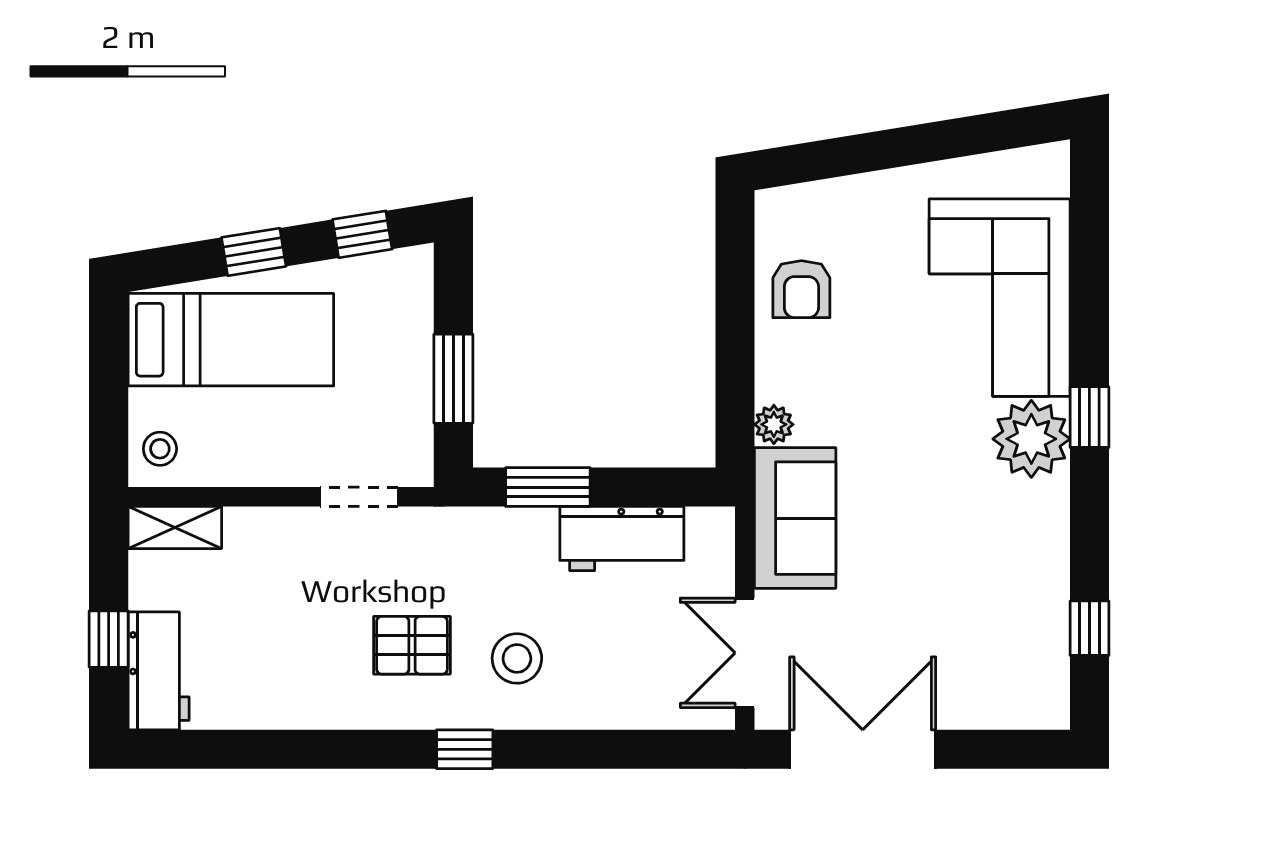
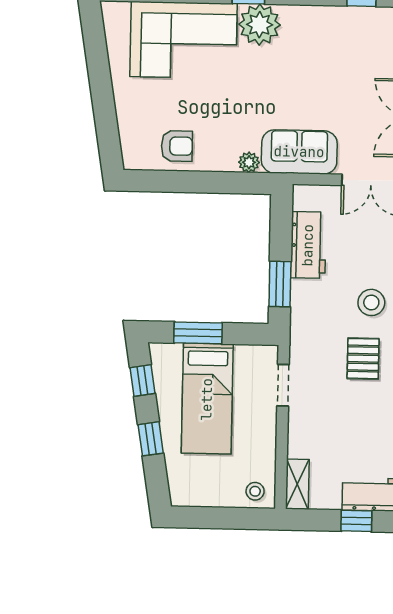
bed: (231, 340) -> (207, 399), moved, turned 180
window: (453, 379) -> (198, 333), moved

